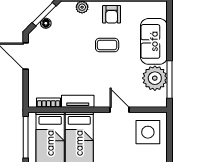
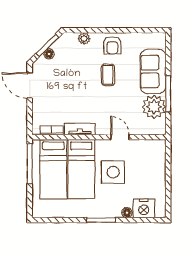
coffee table: (107, 45) -> (108, 75), turned 90
window: (170, 79) -> (168, 94), moved
side table: (148, 132) -> (113, 172), moved

